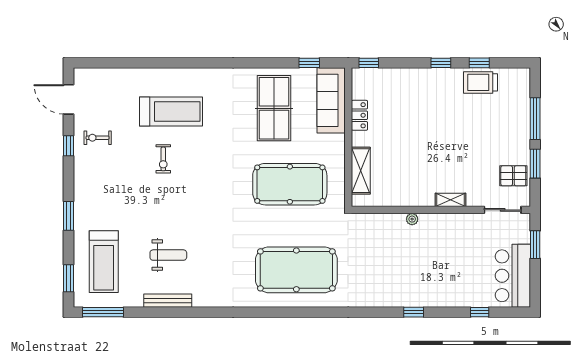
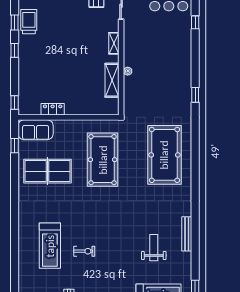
trolley: (481, 82) -> (29, 22), turned 180
sofa: (331, 100) -> (36, 130), width x0.73
treadmill: (171, 111) -> (50, 246), turned 180
shelving: (361, 171) -> (112, 80), moved, turned 90
bench: (168, 301) -> (187, 234), moved
window: (414, 312) -> (195, 95), moved

